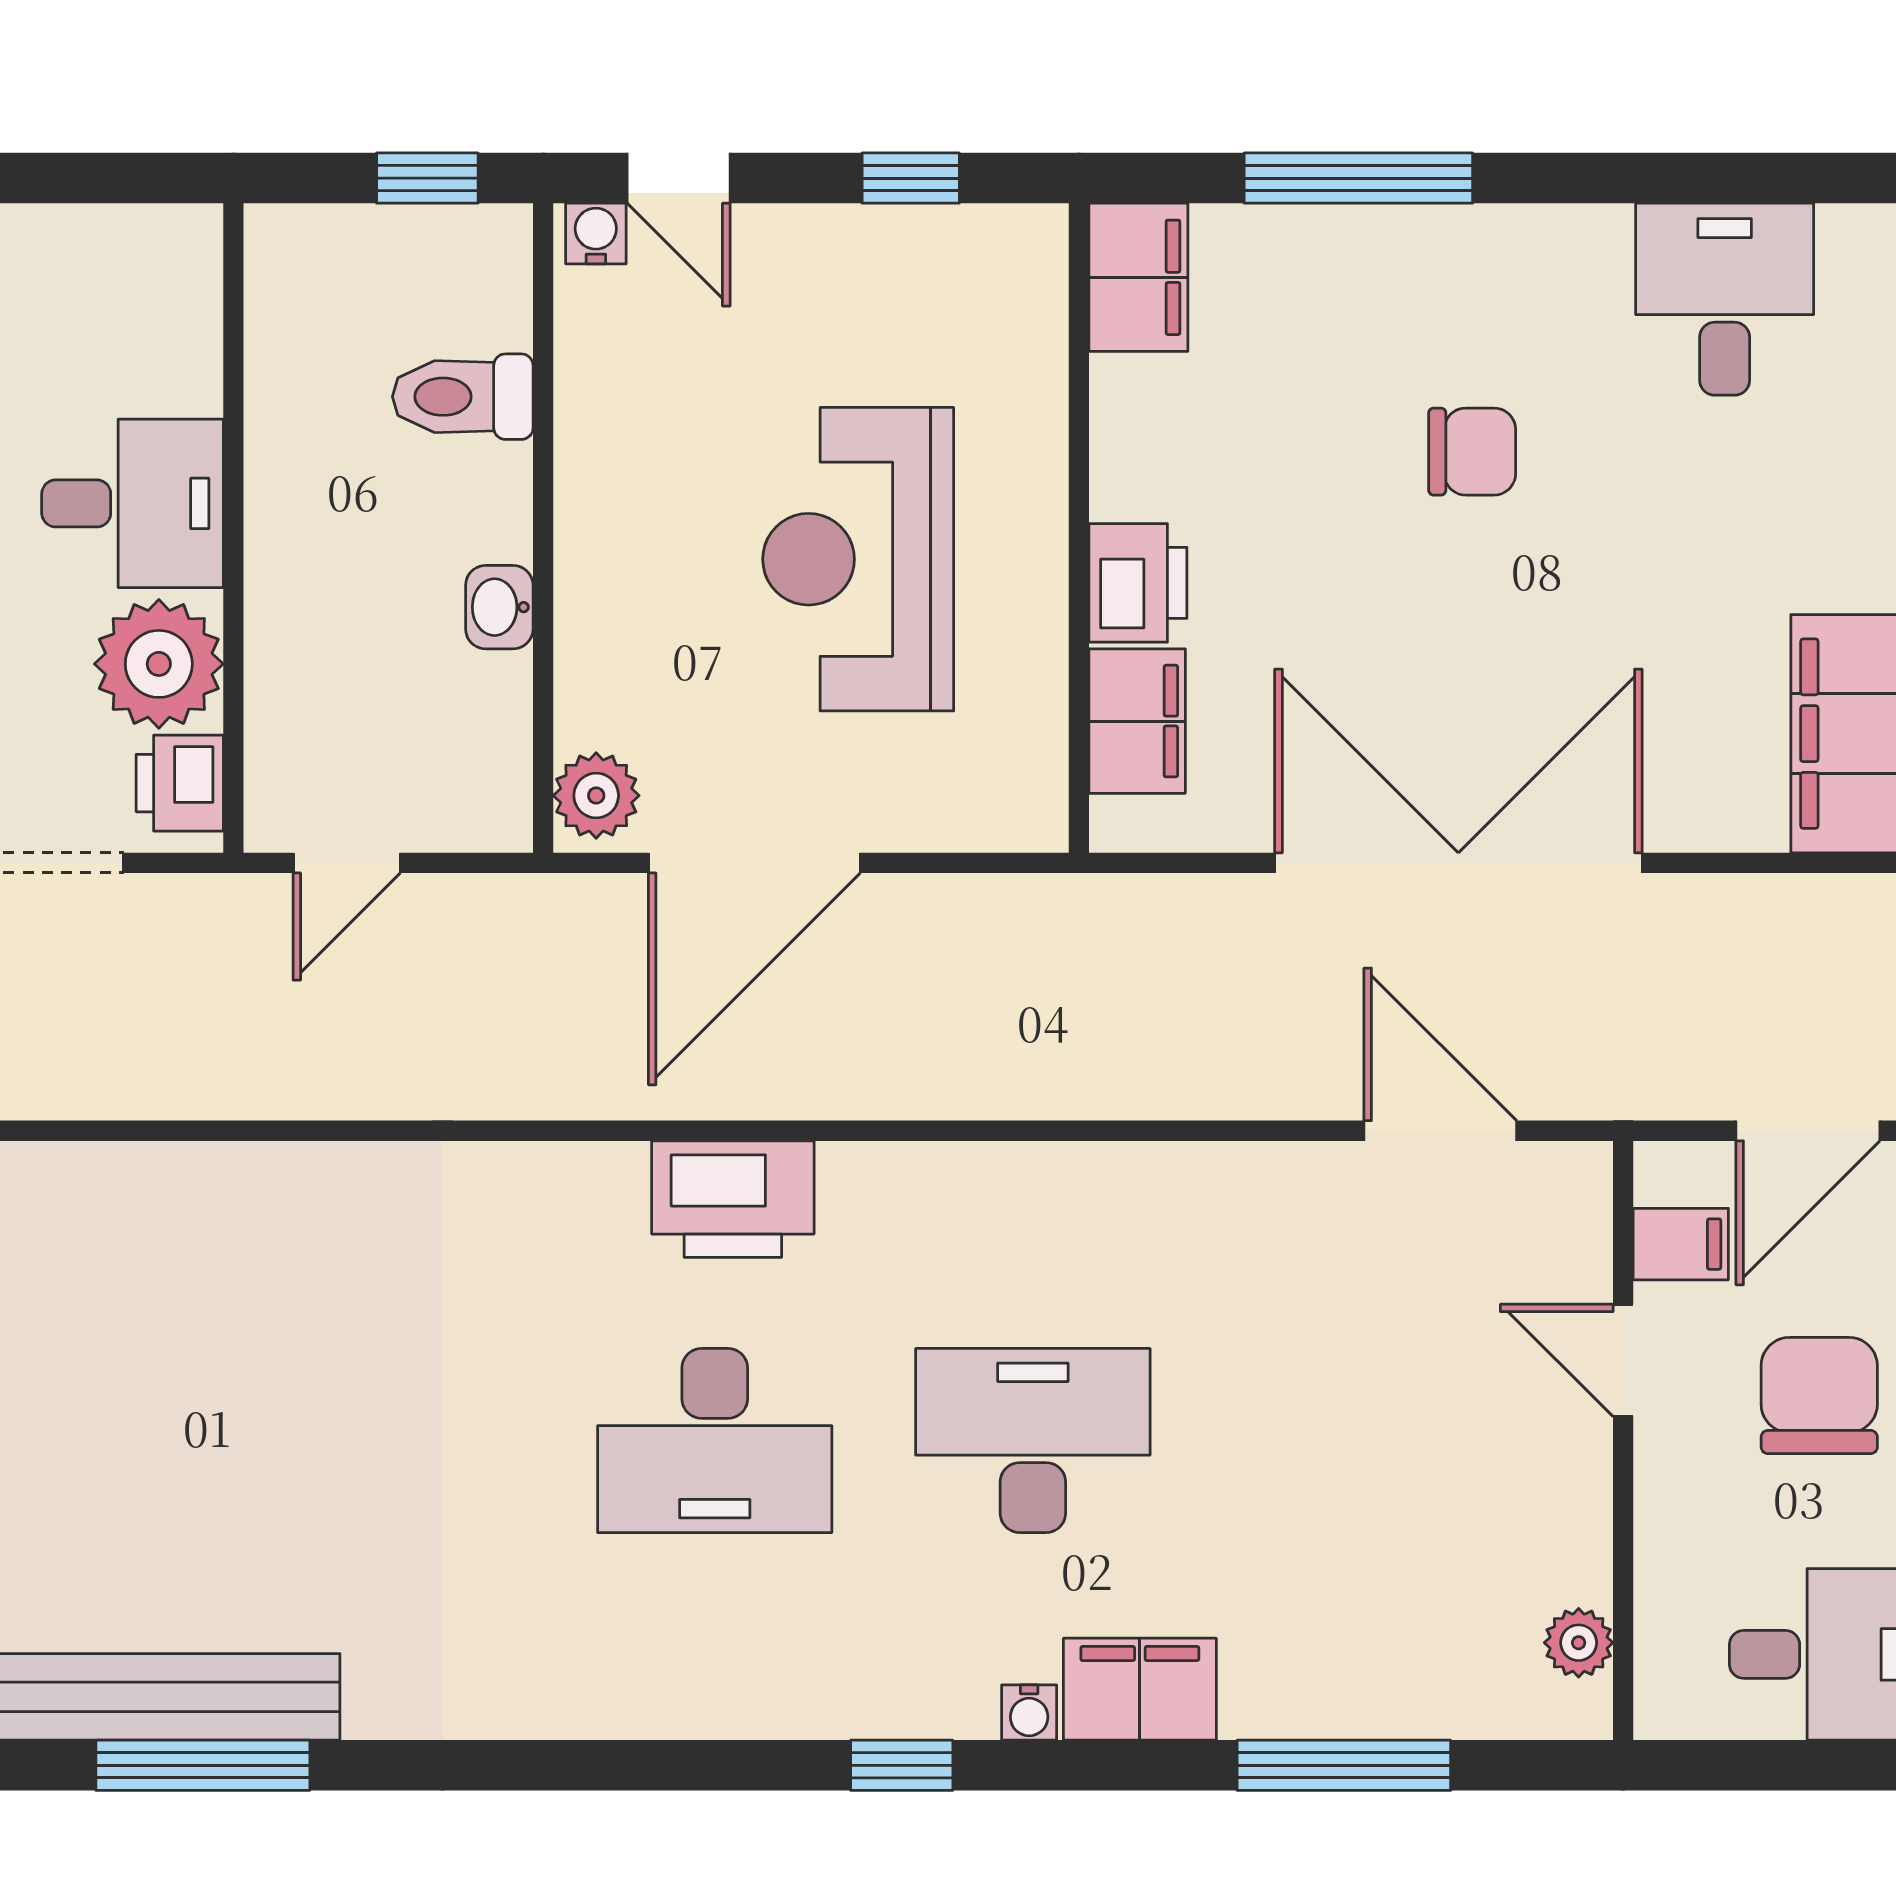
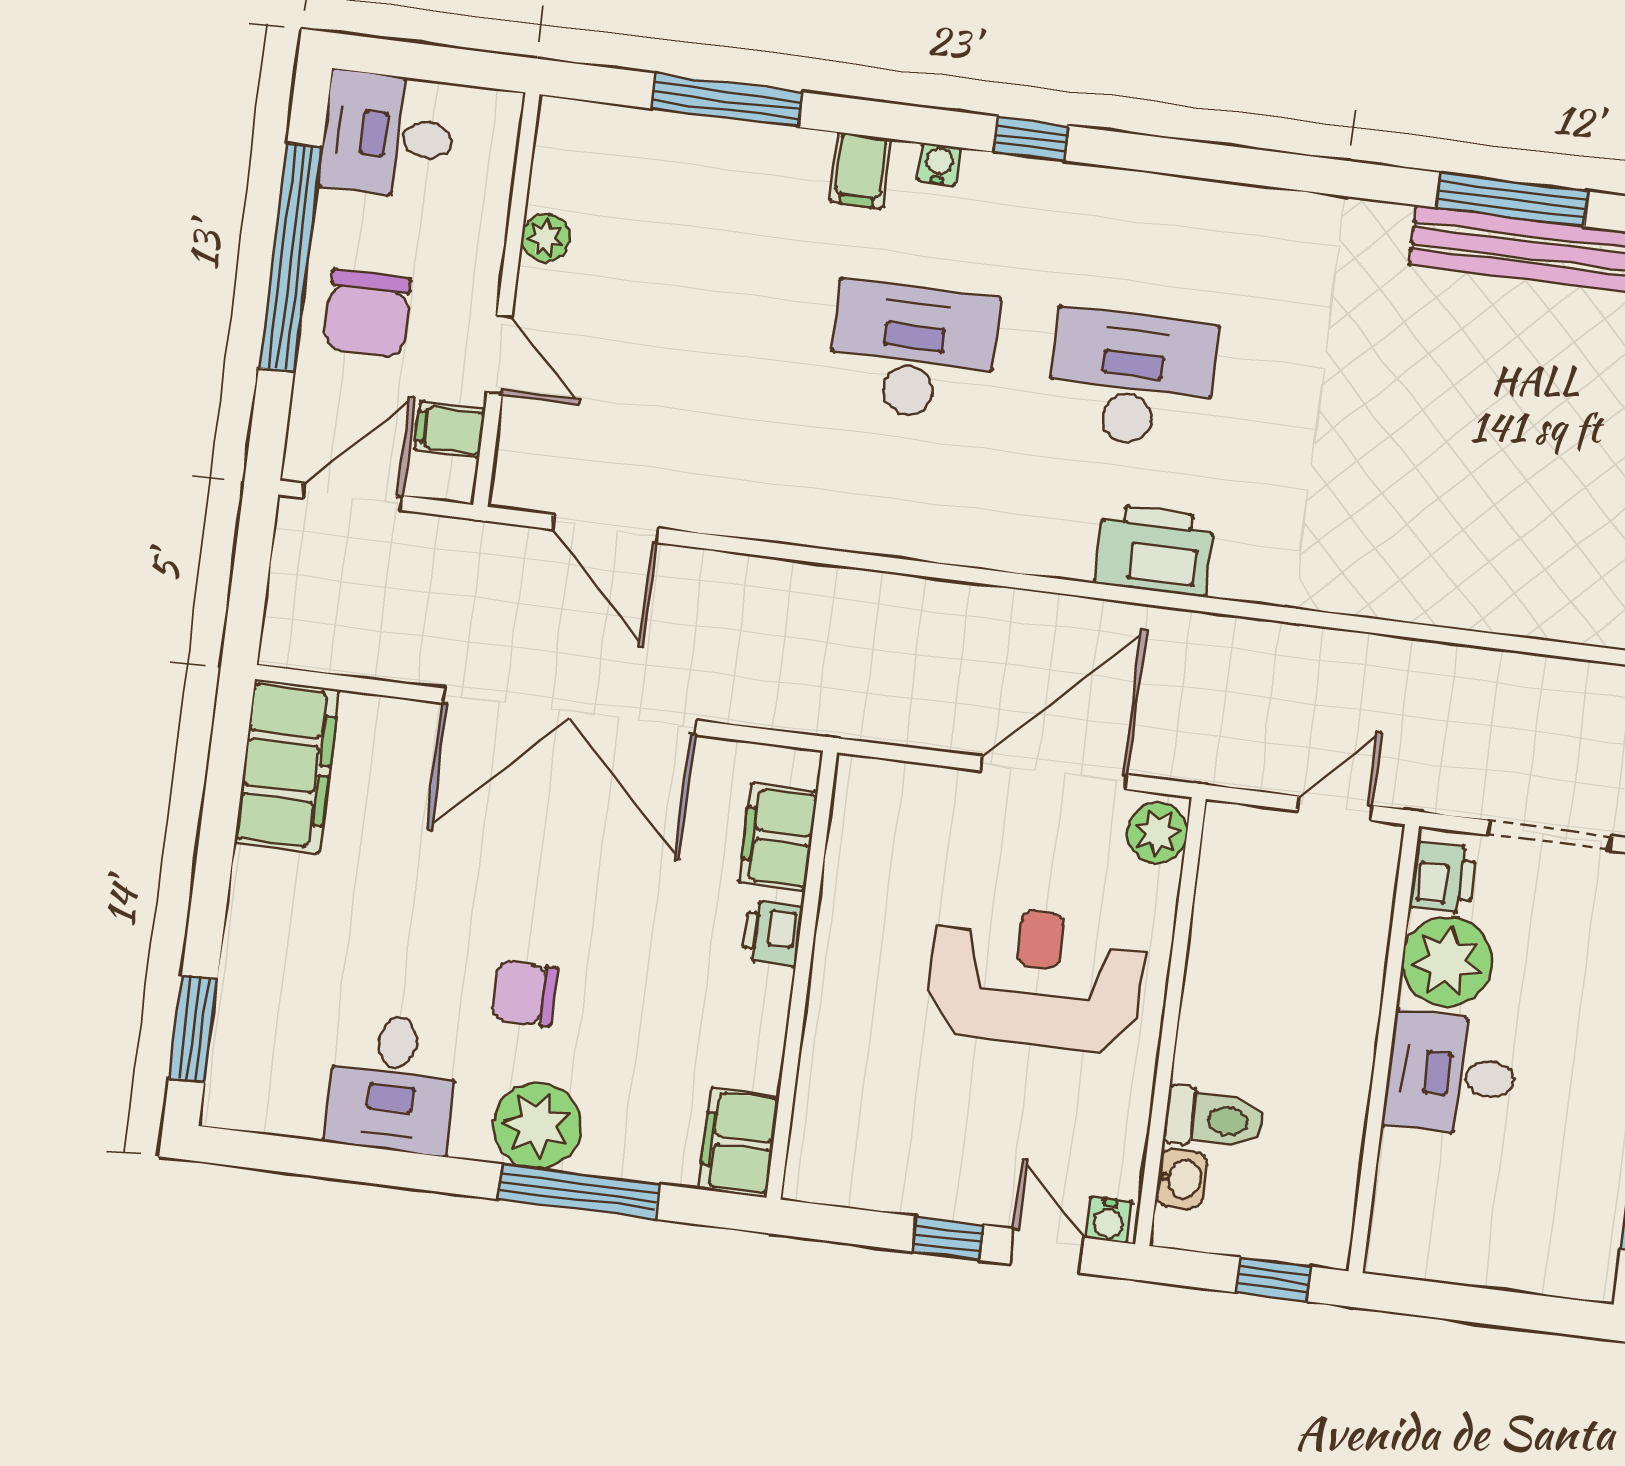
window: (427, 178) -> (1273, 1279), moved
window: (911, 178) -> (948, 1238), moved
plant: (1430, 265) -> (537, 1125), added
desk: (1725, 299) -> (392, 1083), moved
reception desk: (858, 559) -> (1036, 978), moved, turned -90
printer: (1138, 583) -> (772, 933), width x0.73, depth x0.81
washbasin: (499, 607) -> (1181, 1179), moved
printer: (733, 1199) -> (1154, 550), moved
desk: (1033, 1440) -> (913, 351), turned 180
plant: (1579, 1643) -> (545, 238), moved
filing cabinet: (1140, 1689) -> (861, 170), width x0.50

